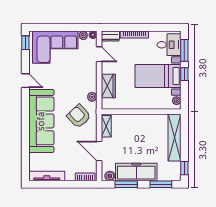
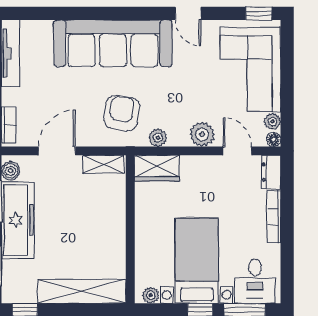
door: (99, 54) -> (237, 151), swing flipped
plant: (90, 73) -> (202, 134), added
door: (25, 81) -> (188, 13), hinge flipped
wardrobe: (108, 86) -> (157, 168), moved
armchair: (79, 116) -> (122, 113), turned -39

